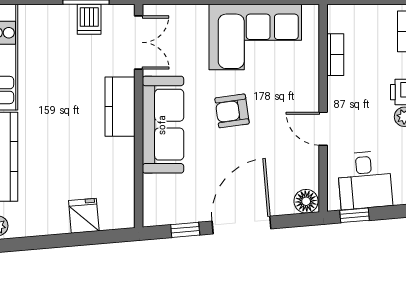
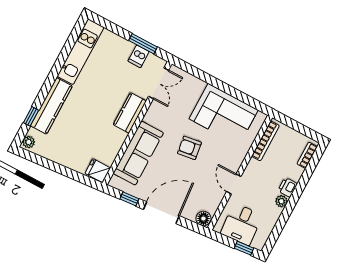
bookcase: (335, 55) -> (265, 141), width x1.56
sofa: (163, 125) -> (138, 153), moved
window: (355, 215) -> (244, 248), moved
fridge: (84, 216) -> (98, 171), moved, turned -85

